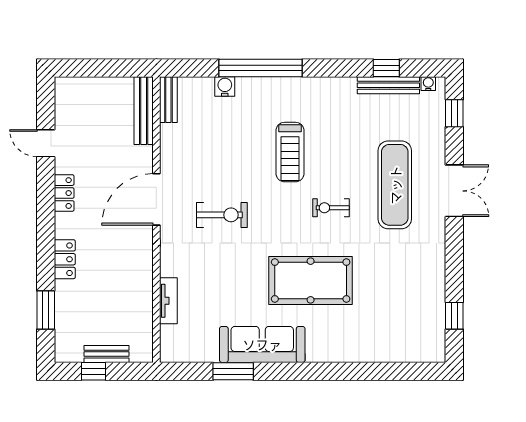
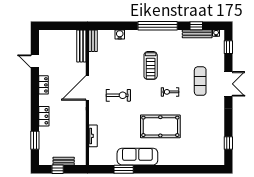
window: (260, 68) -> (158, 26), moved
exercise mat: (395, 185) -> (200, 81), width x0.73, depth x0.69

